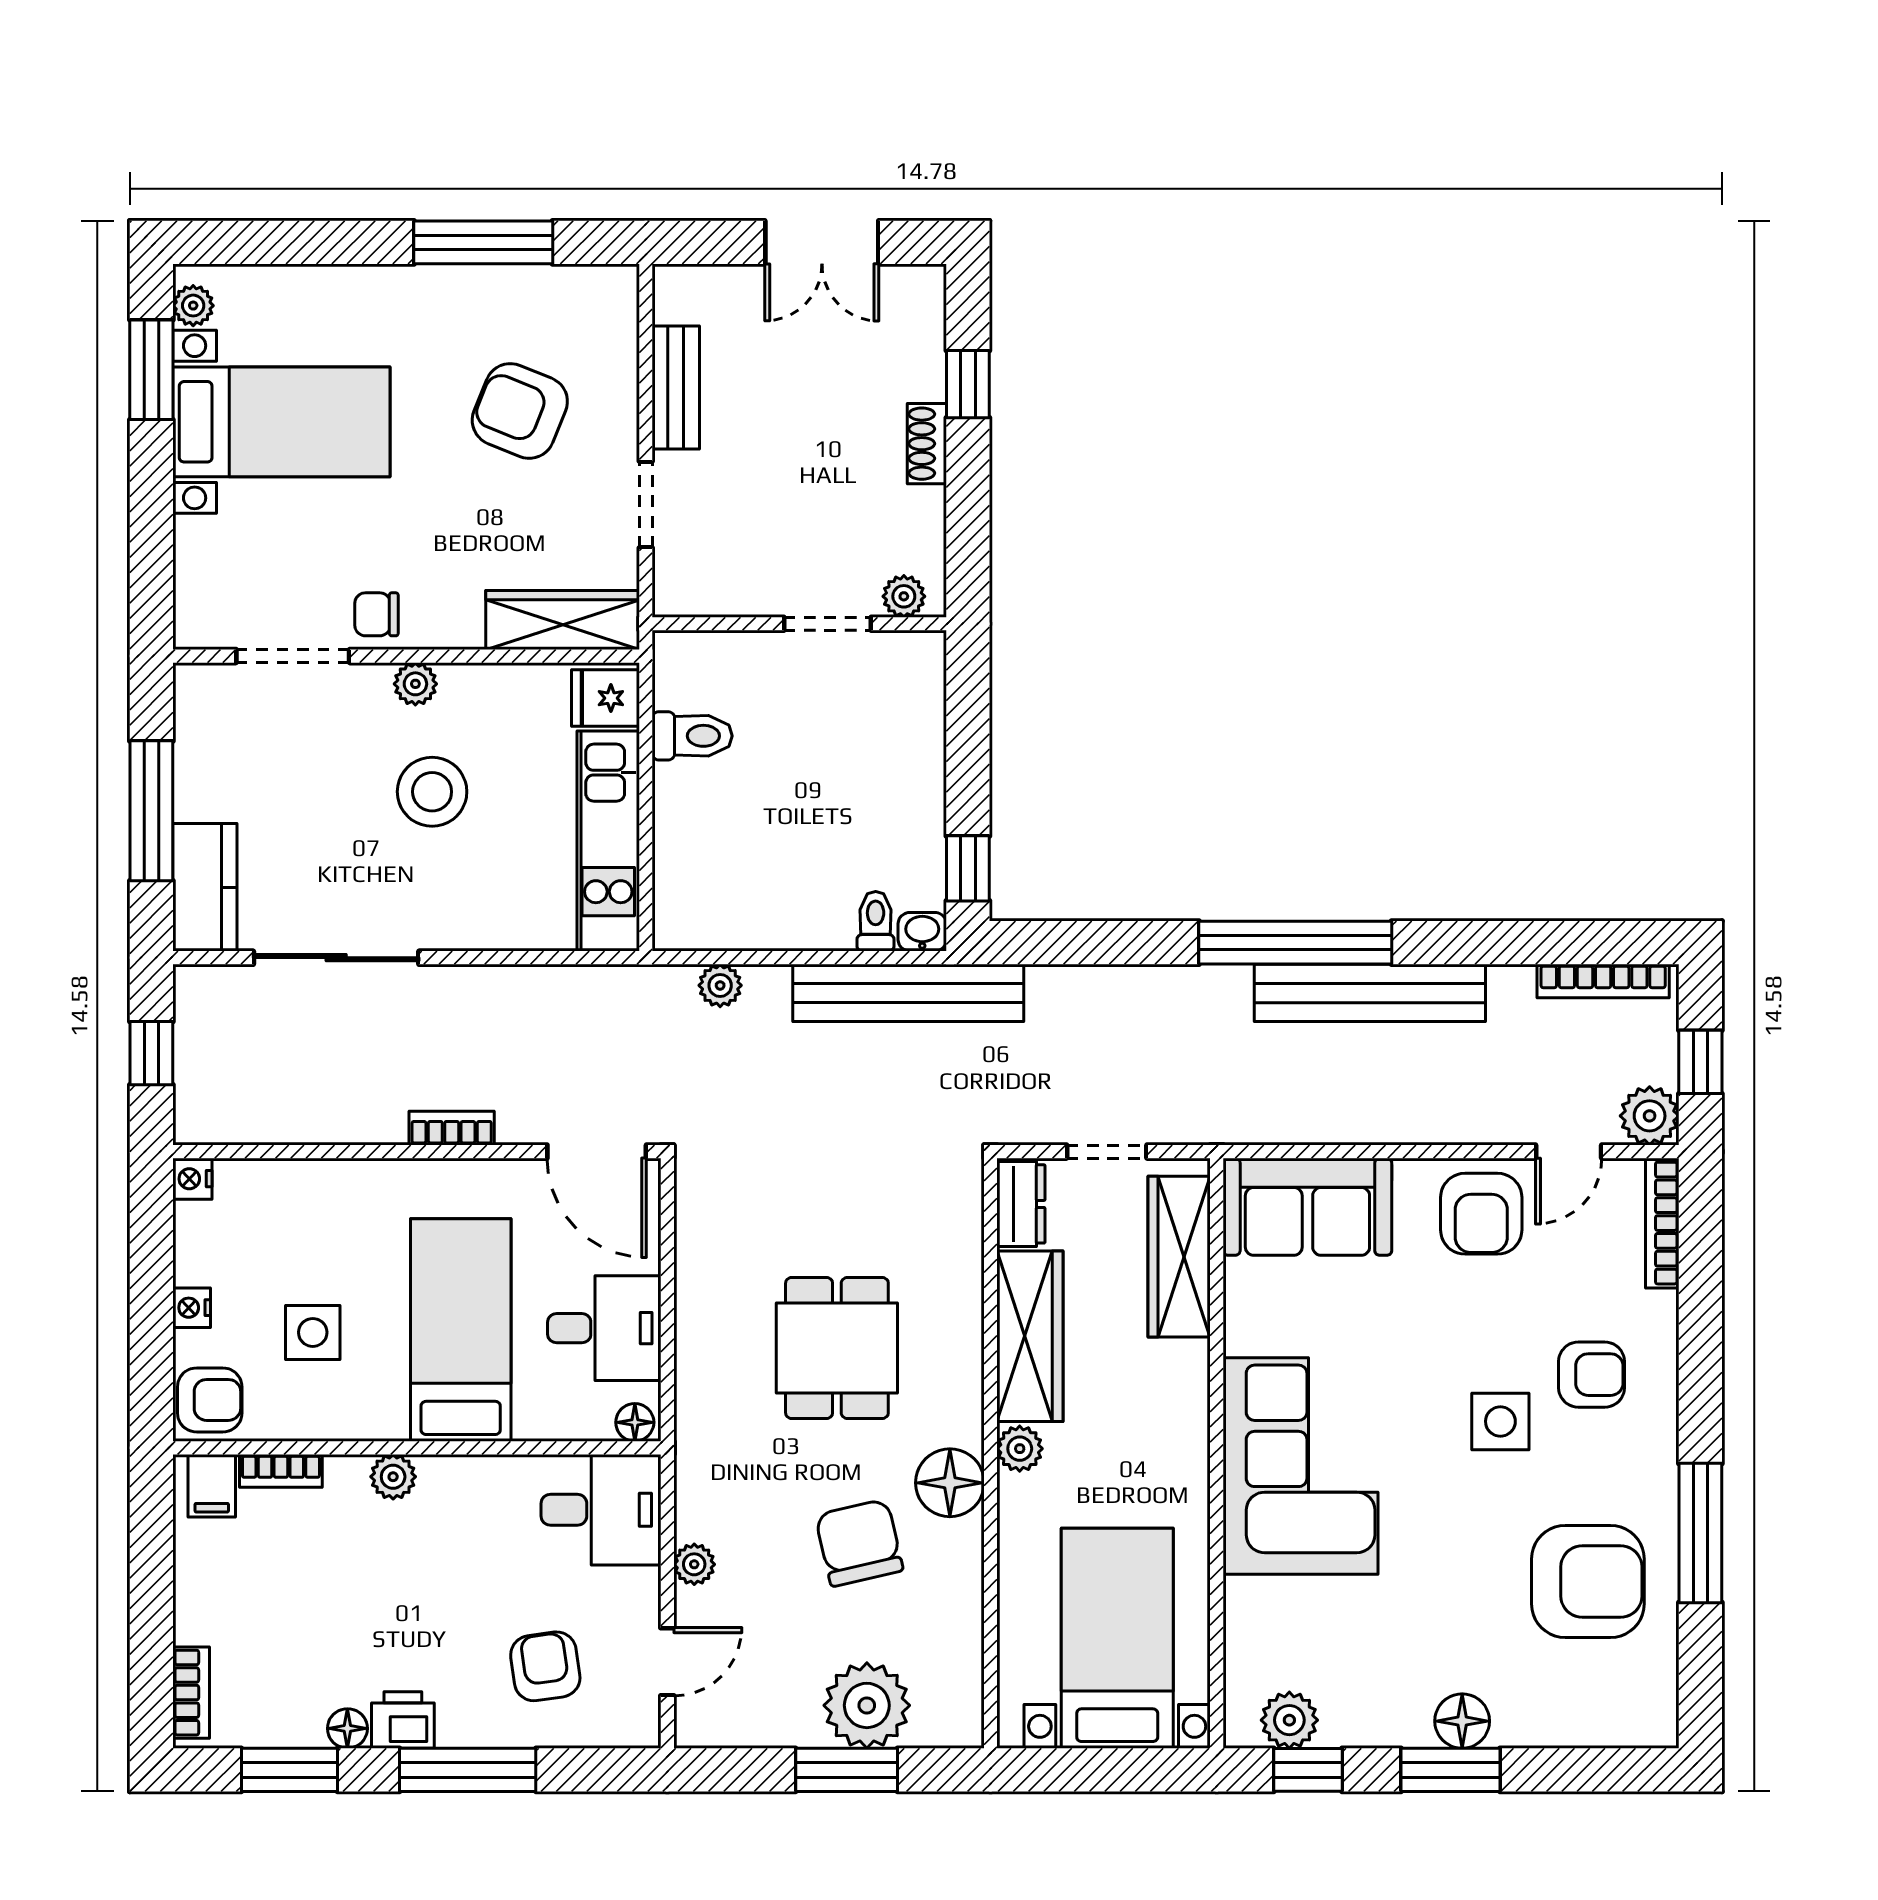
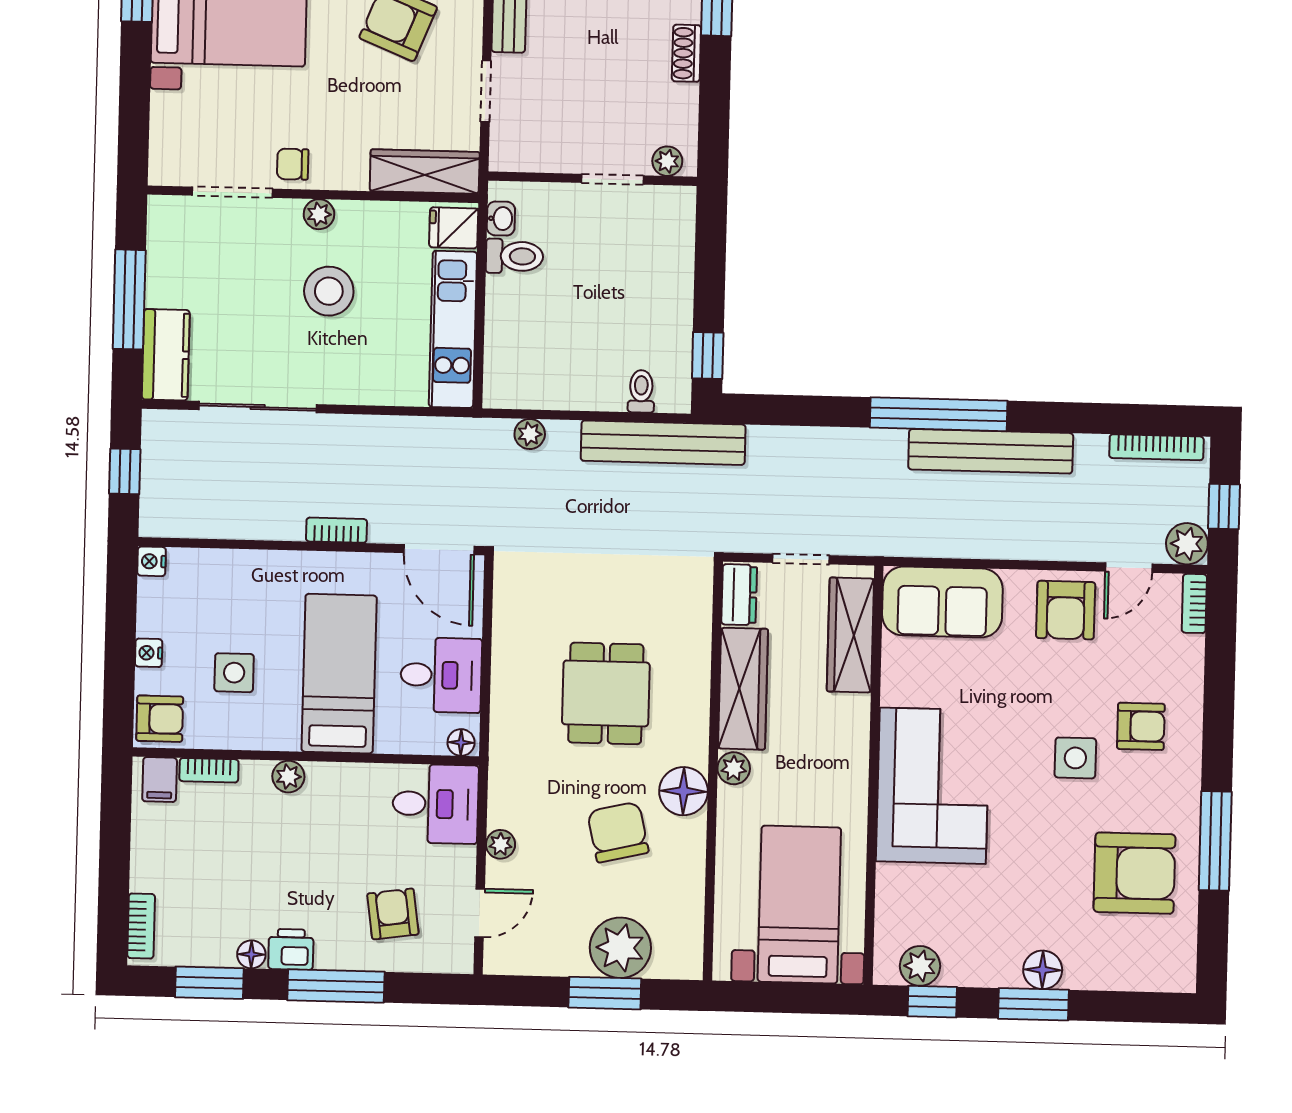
washbasin: (922, 932) -> (501, 219), moved, turned 90
bookcase: (1662, 1223) -> (1194, 603), width x0.64

